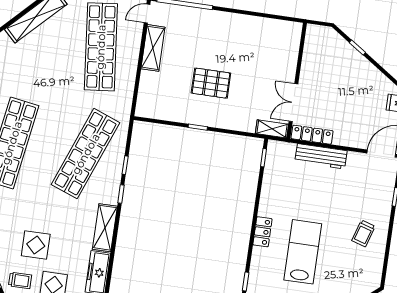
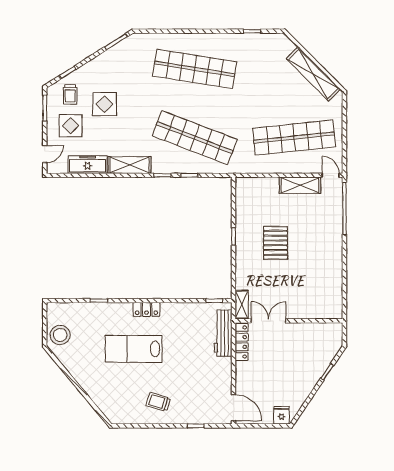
workbench: (321, 156) -> (223, 333), moved
lab bench: (303, 252) -> (134, 349), turned 180

